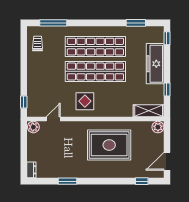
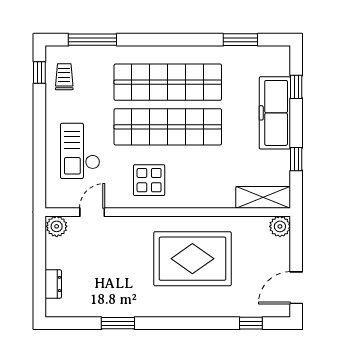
window: (167, 38) -> (296, 87), moved
checkout: (46, 85) -> (80, 151), added
window: (24, 102) -> (39, 73), moved
dresser: (31, 170) -> (53, 284), moved

